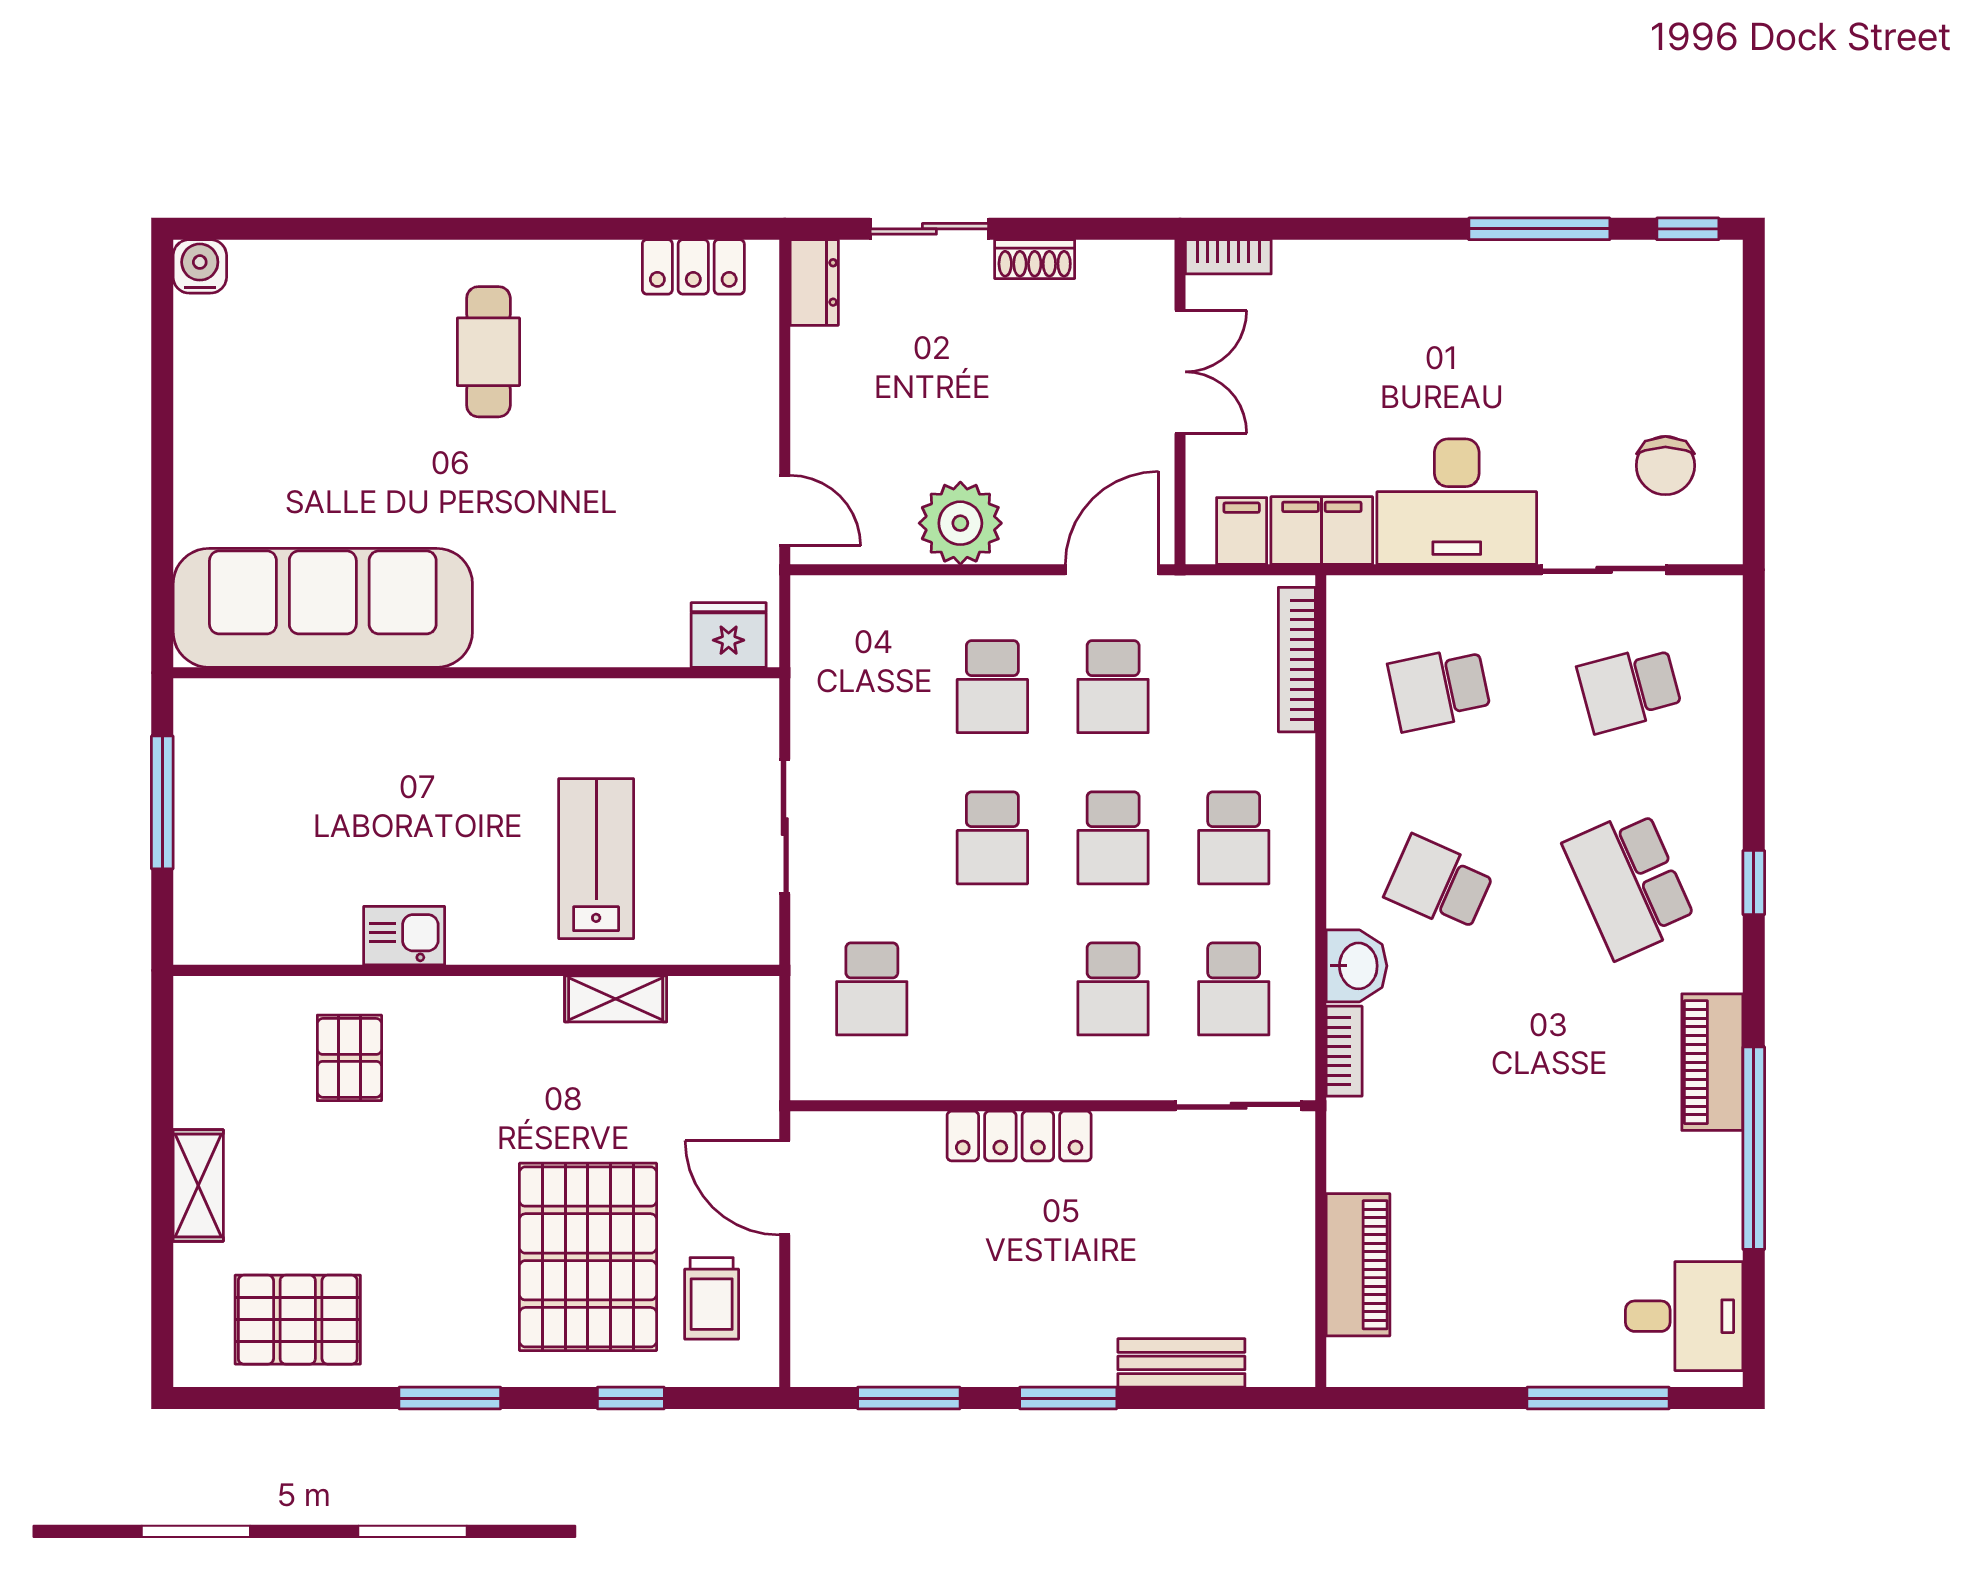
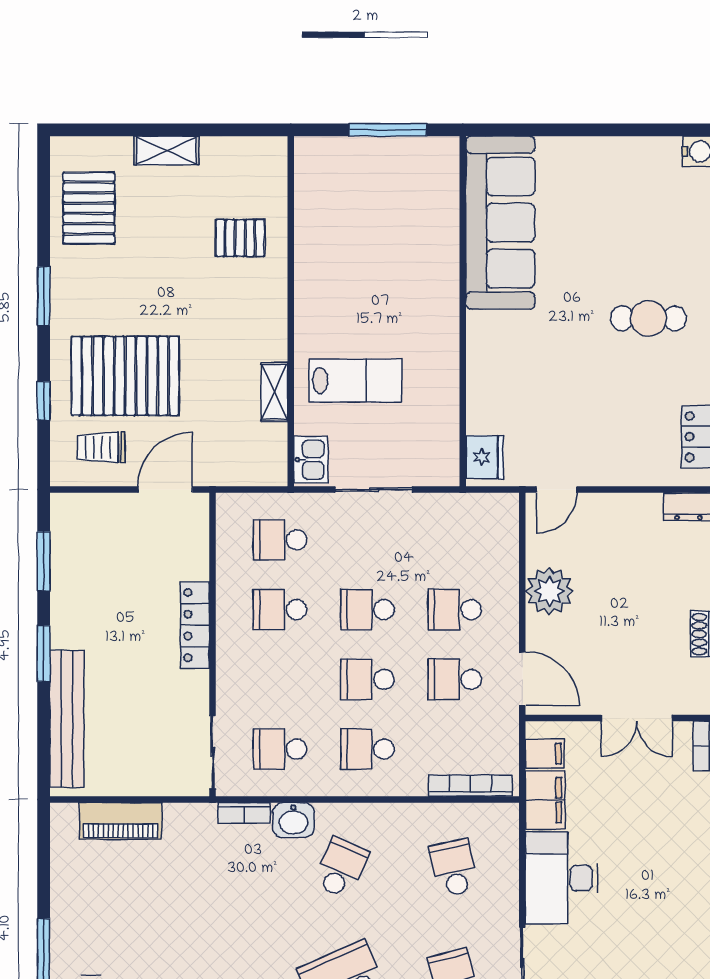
kitchen sink: (404, 936) -> (311, 460), moved
school desk: (1113, 989) -> (280, 610), moved
bench: (1181, 1363) -> (67, 719), width x1.86, depth x1.21

